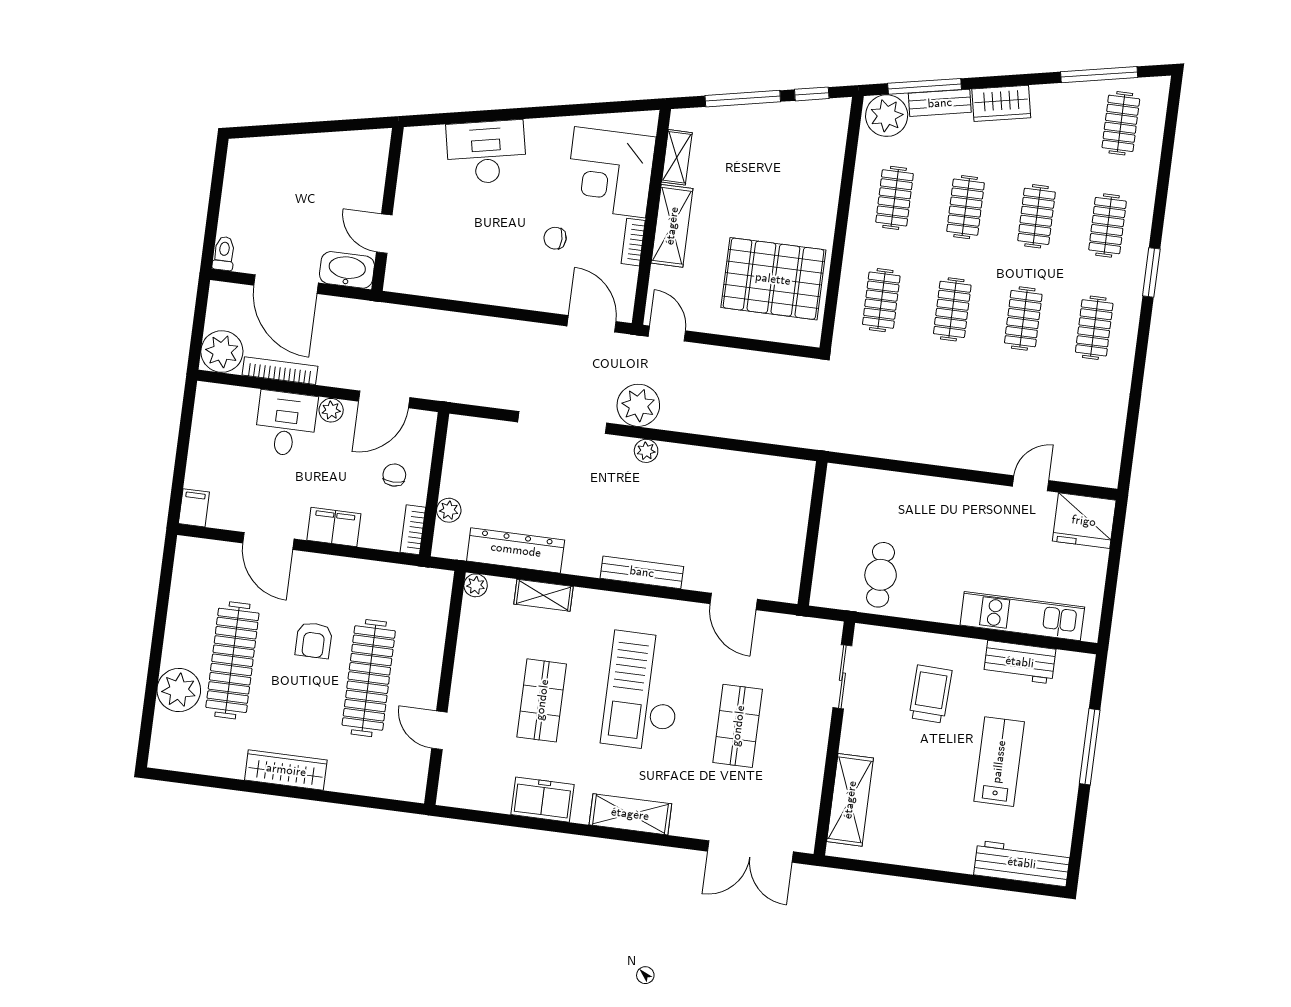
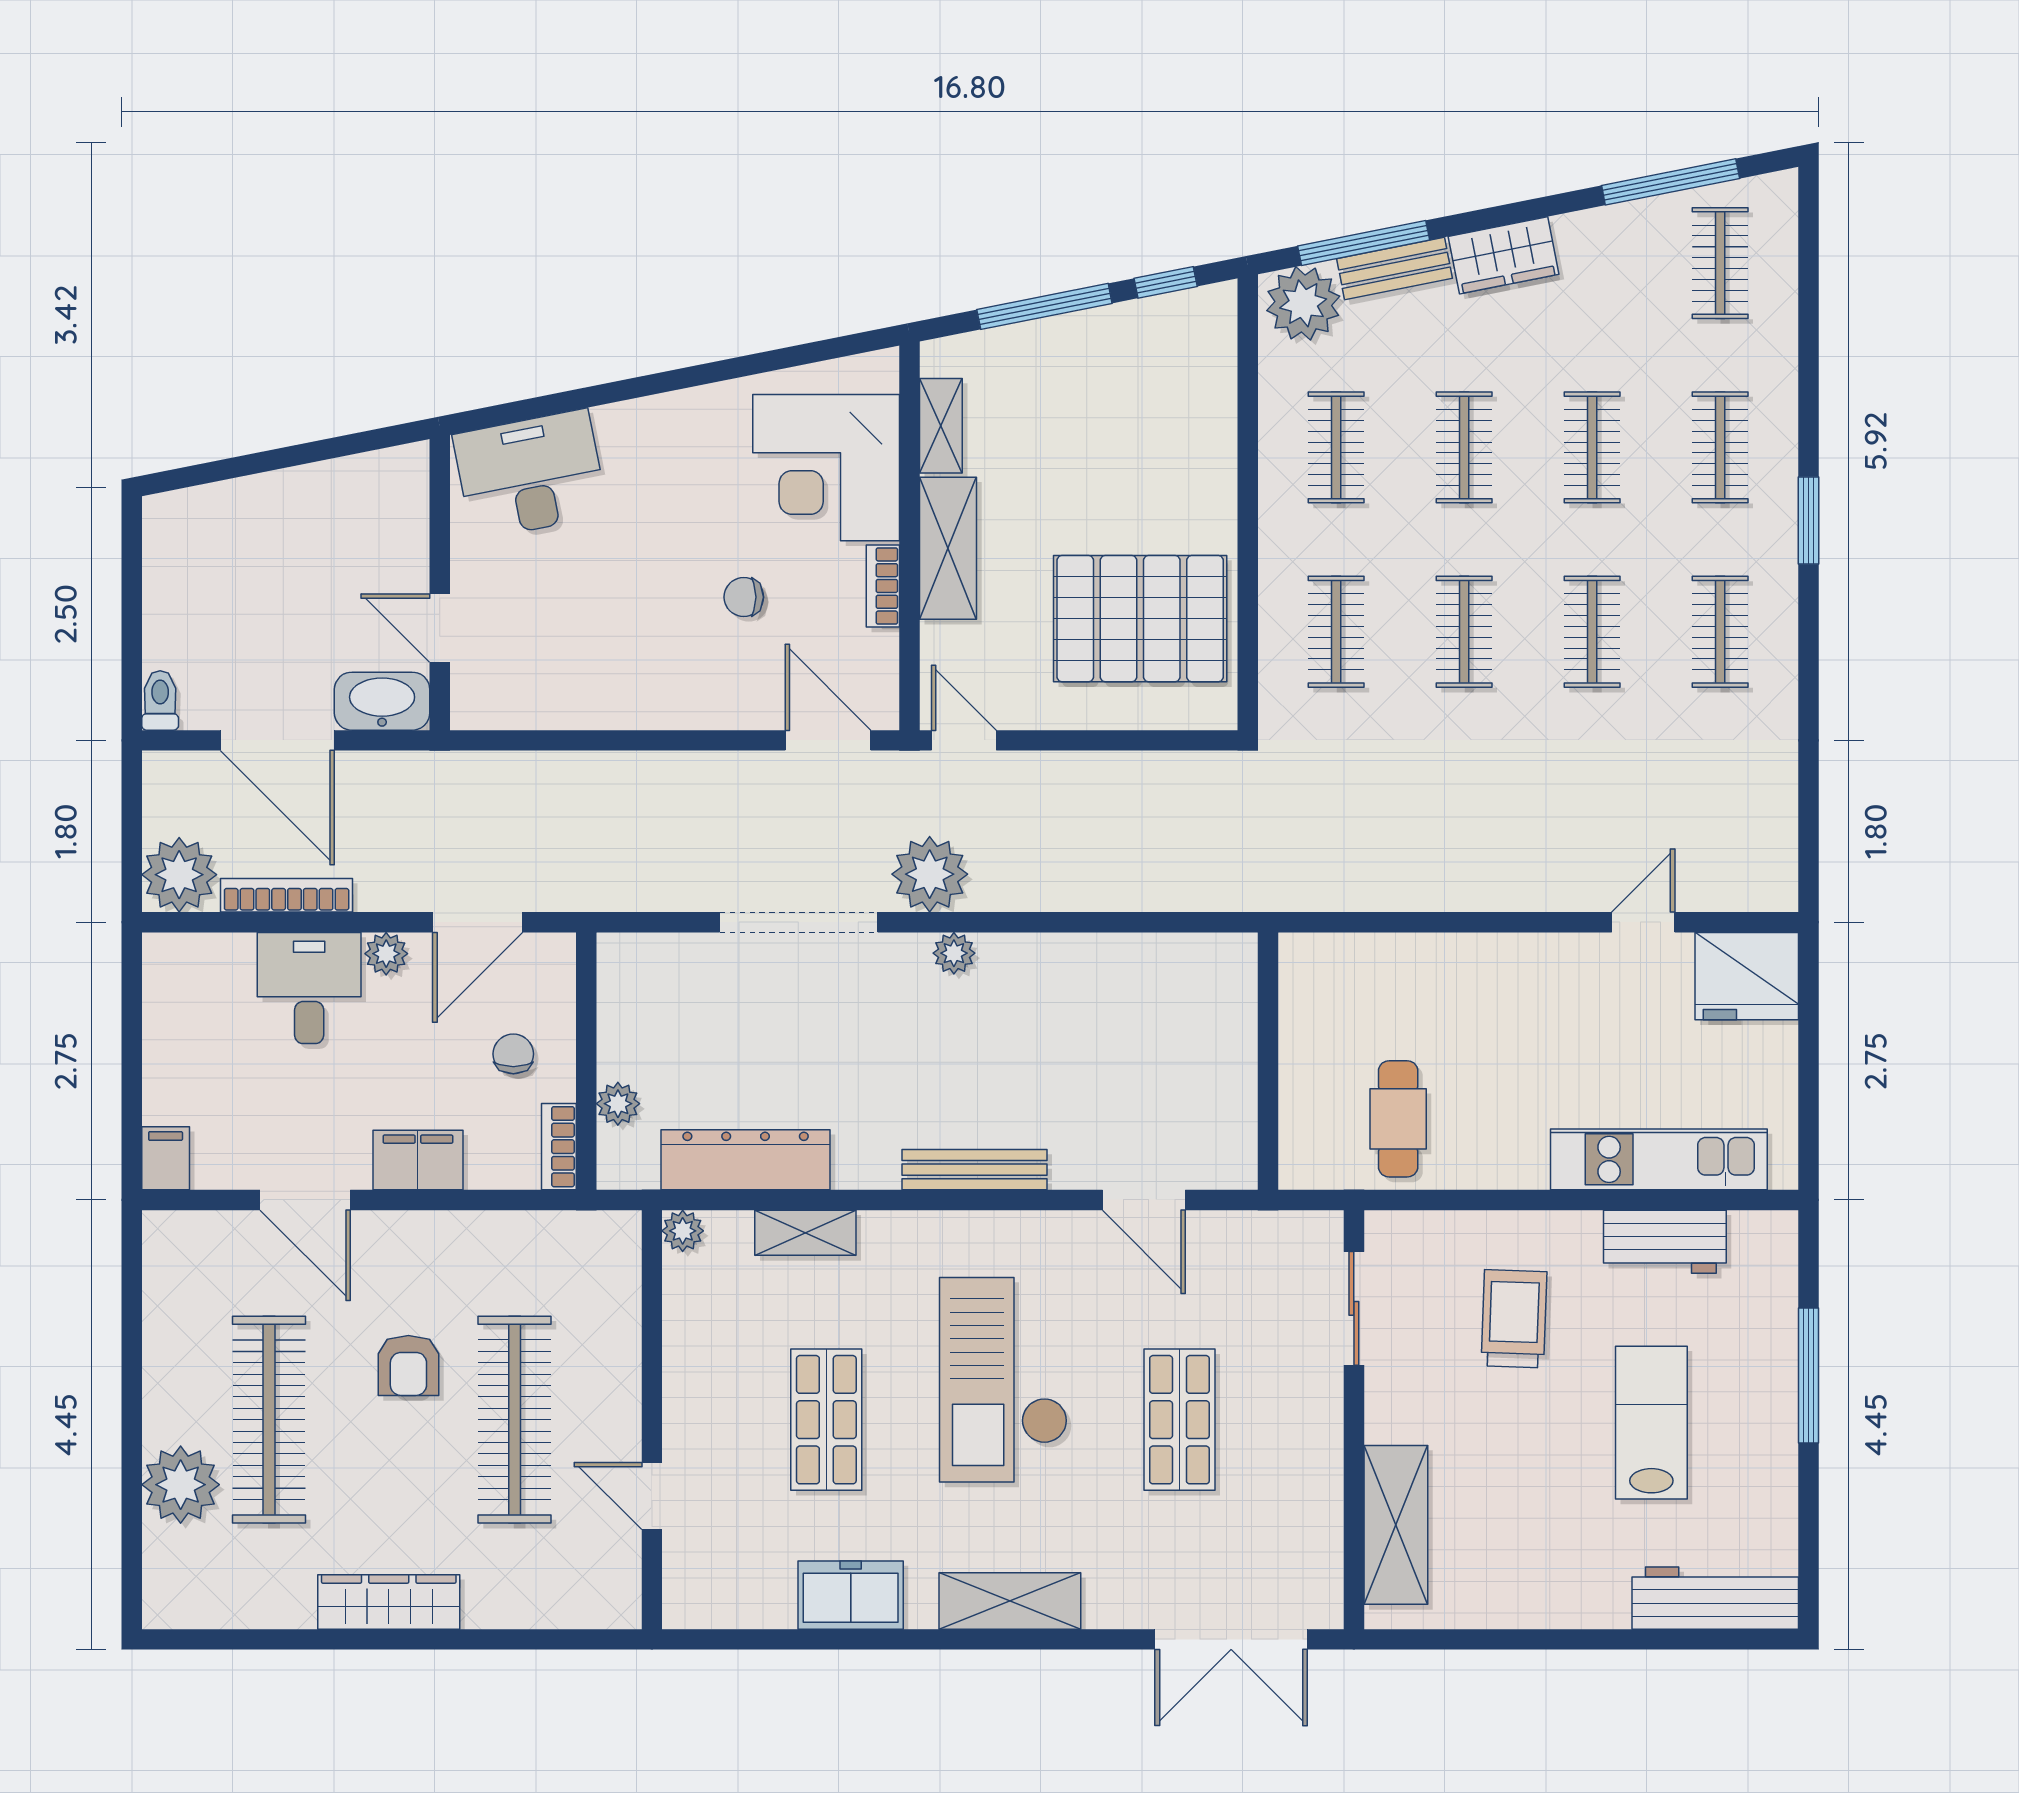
desk: (486, 152) -> (530, 475), moved

